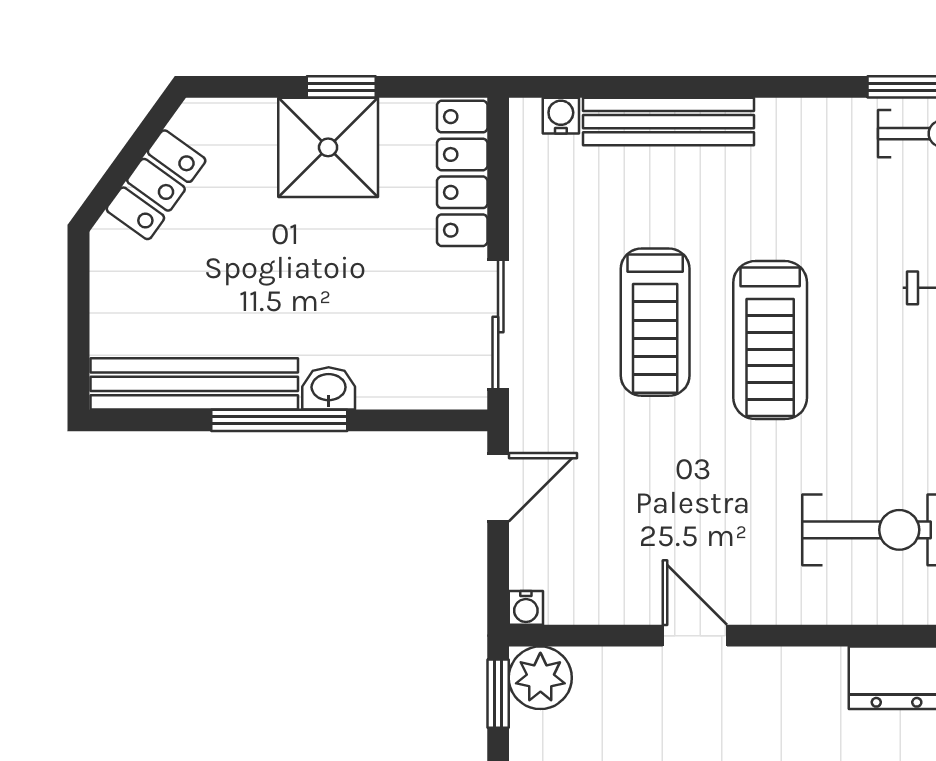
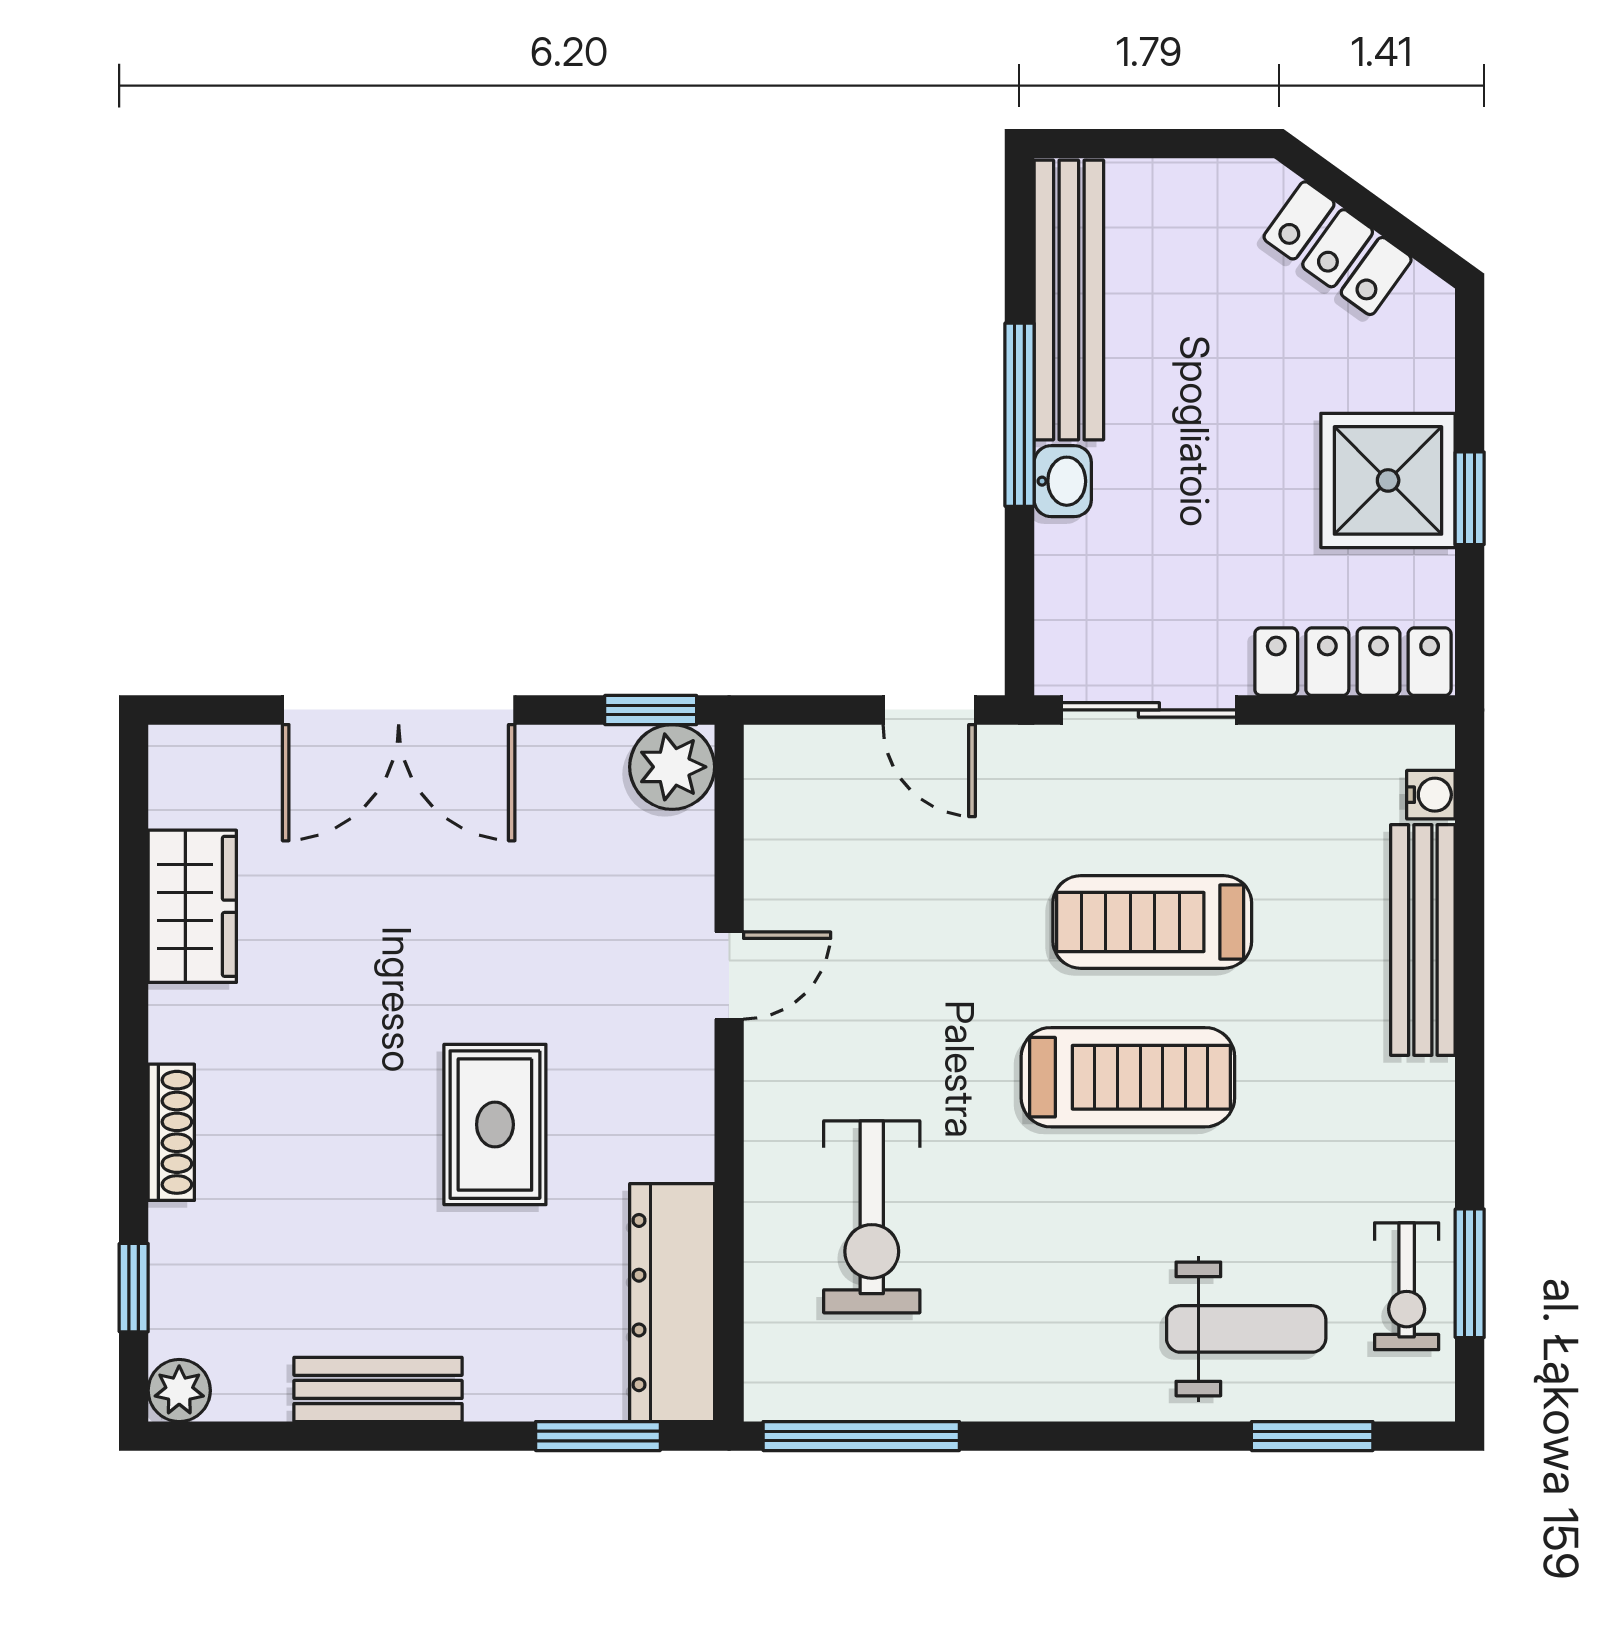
treadmill: (770, 340) -> (1128, 1077), turned 180
water cooler: (526, 608) -> (767, 747), removed

